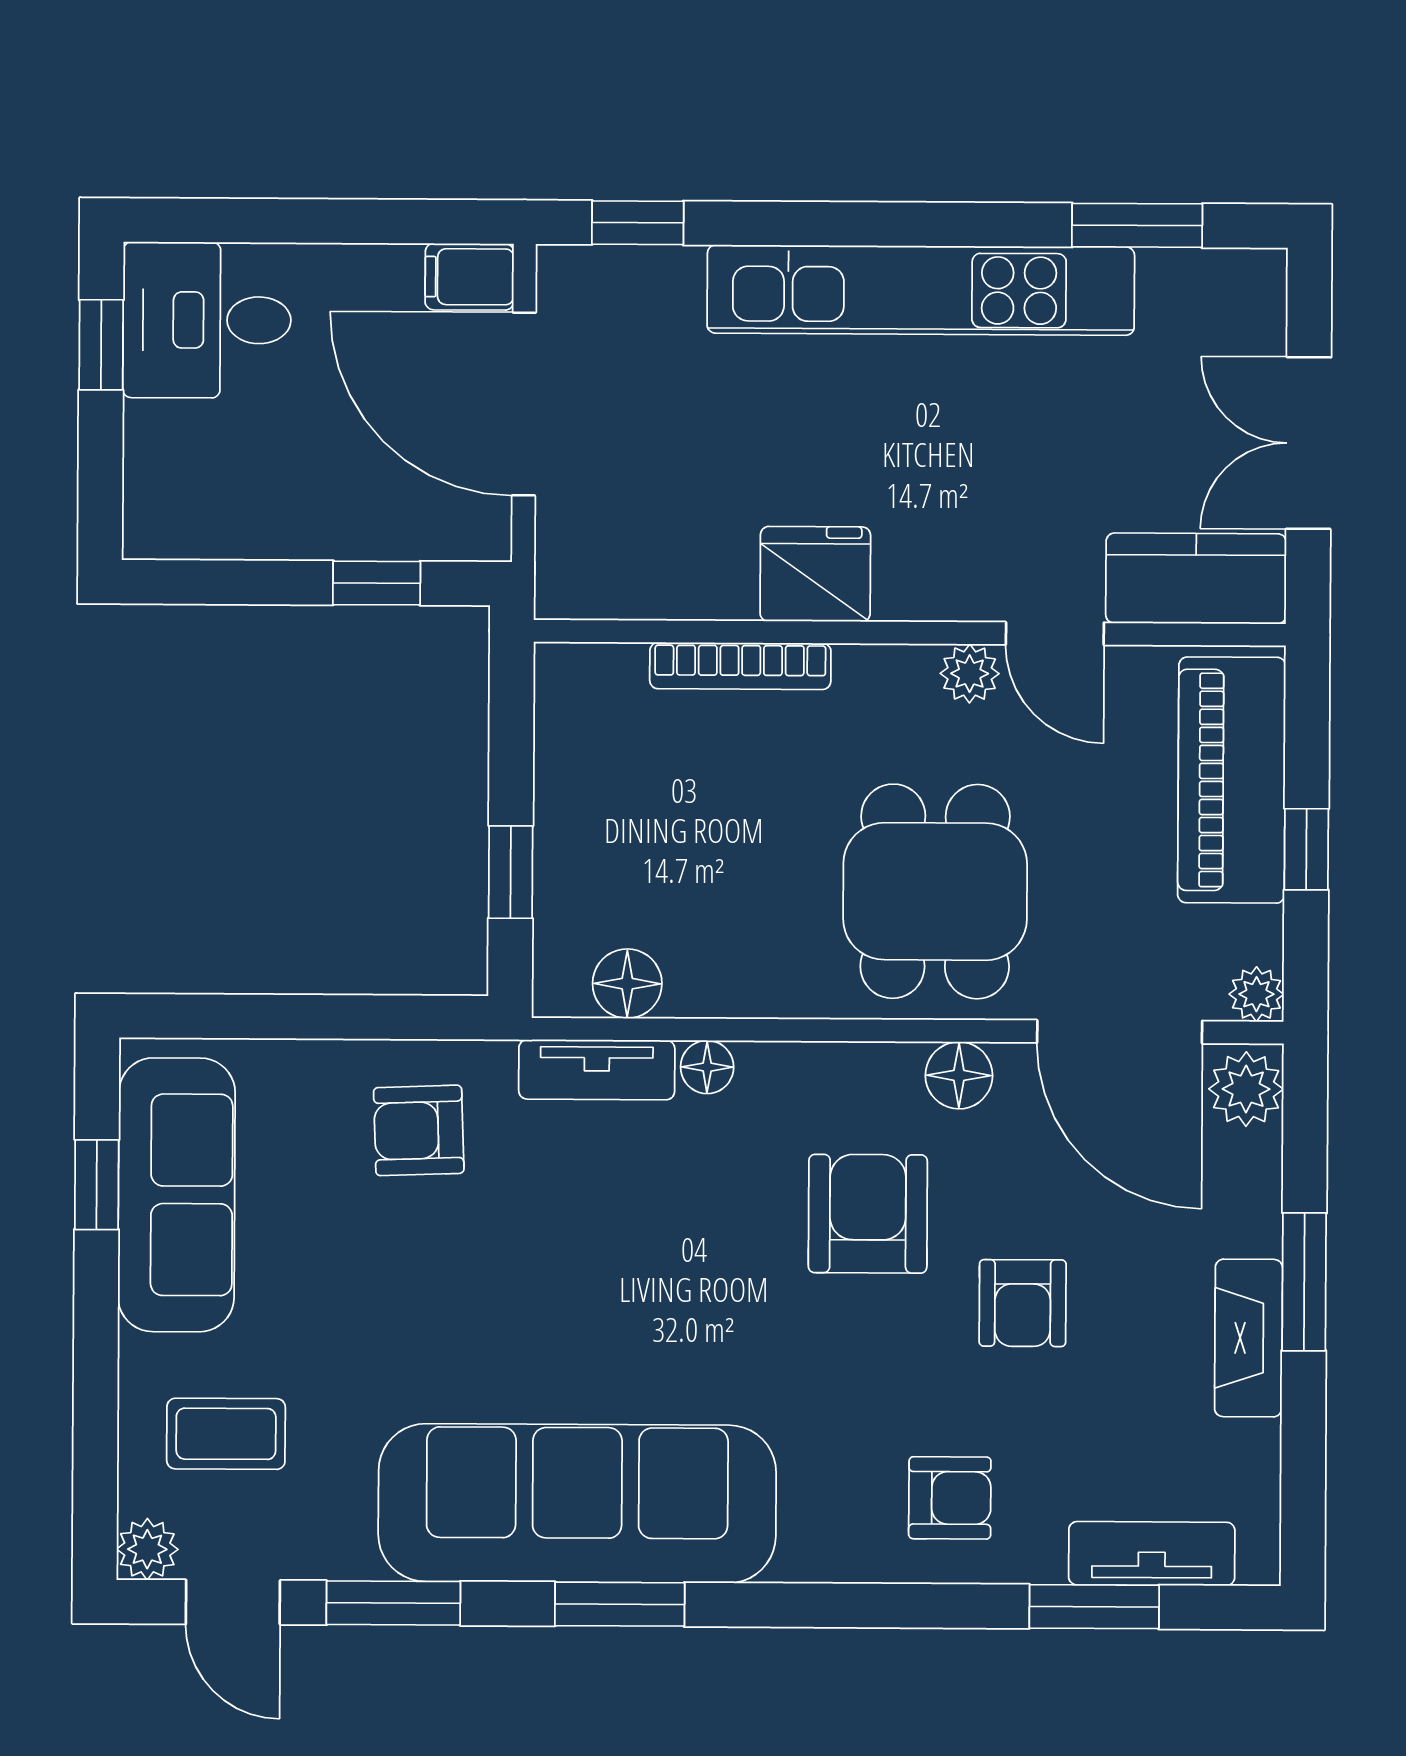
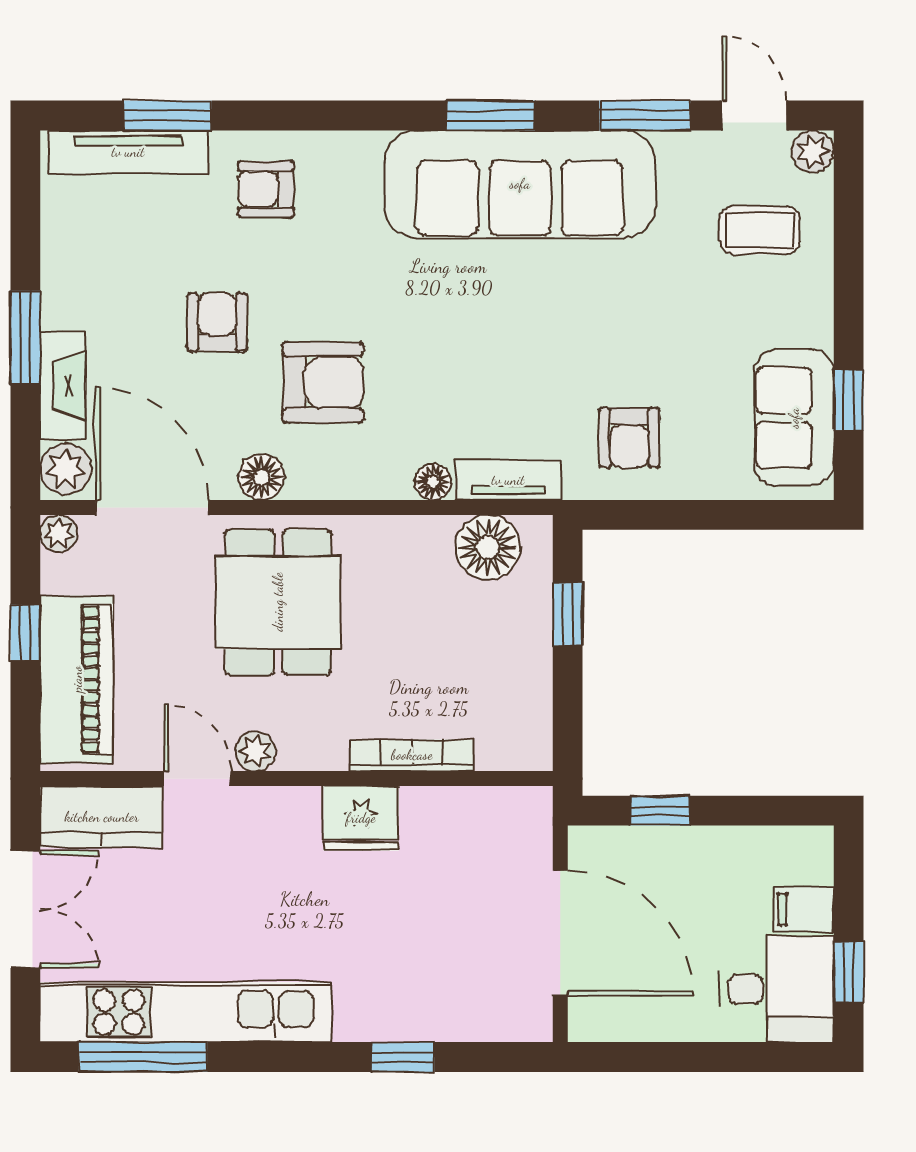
window: (638, 223) -> (403, 1057), moved
window: (1137, 225) -> (143, 1057), width x1.44
filing cabinet: (469, 277) -> (804, 910), moved, turned 180
kitchen unit: (921, 290) -> (186, 1012), moved
floor lamp: (627, 984) -> (488, 547), width x1.38, depth x1.38
armchair: (419, 1130) -> (629, 438), turned 92
sofa: (177, 1195) -> (794, 418), width x0.73
armchair: (868, 1214) -> (323, 383), turned -90
fireplace: (1249, 1338) -> (63, 386), moved
tv unit: (1152, 1554) -> (128, 152), width x1.41

